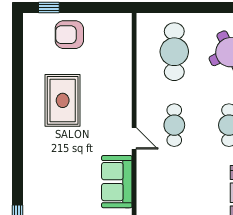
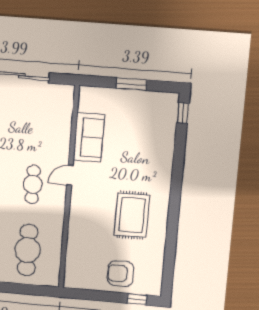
armchair: (69, 35) -> (121, 273), turned 180
door: (134, 138) -> (70, 175), hinge flipped

